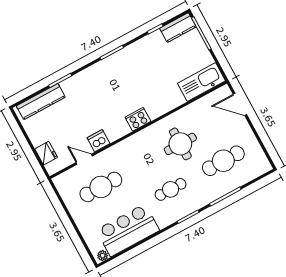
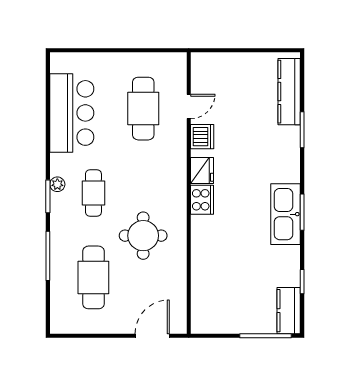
kitchen sink: (201, 82) -> (286, 214), moved, turned 180
fridge: (46, 153) -> (202, 170), moved, turned -90
plant: (103, 256) -> (57, 184), moved

